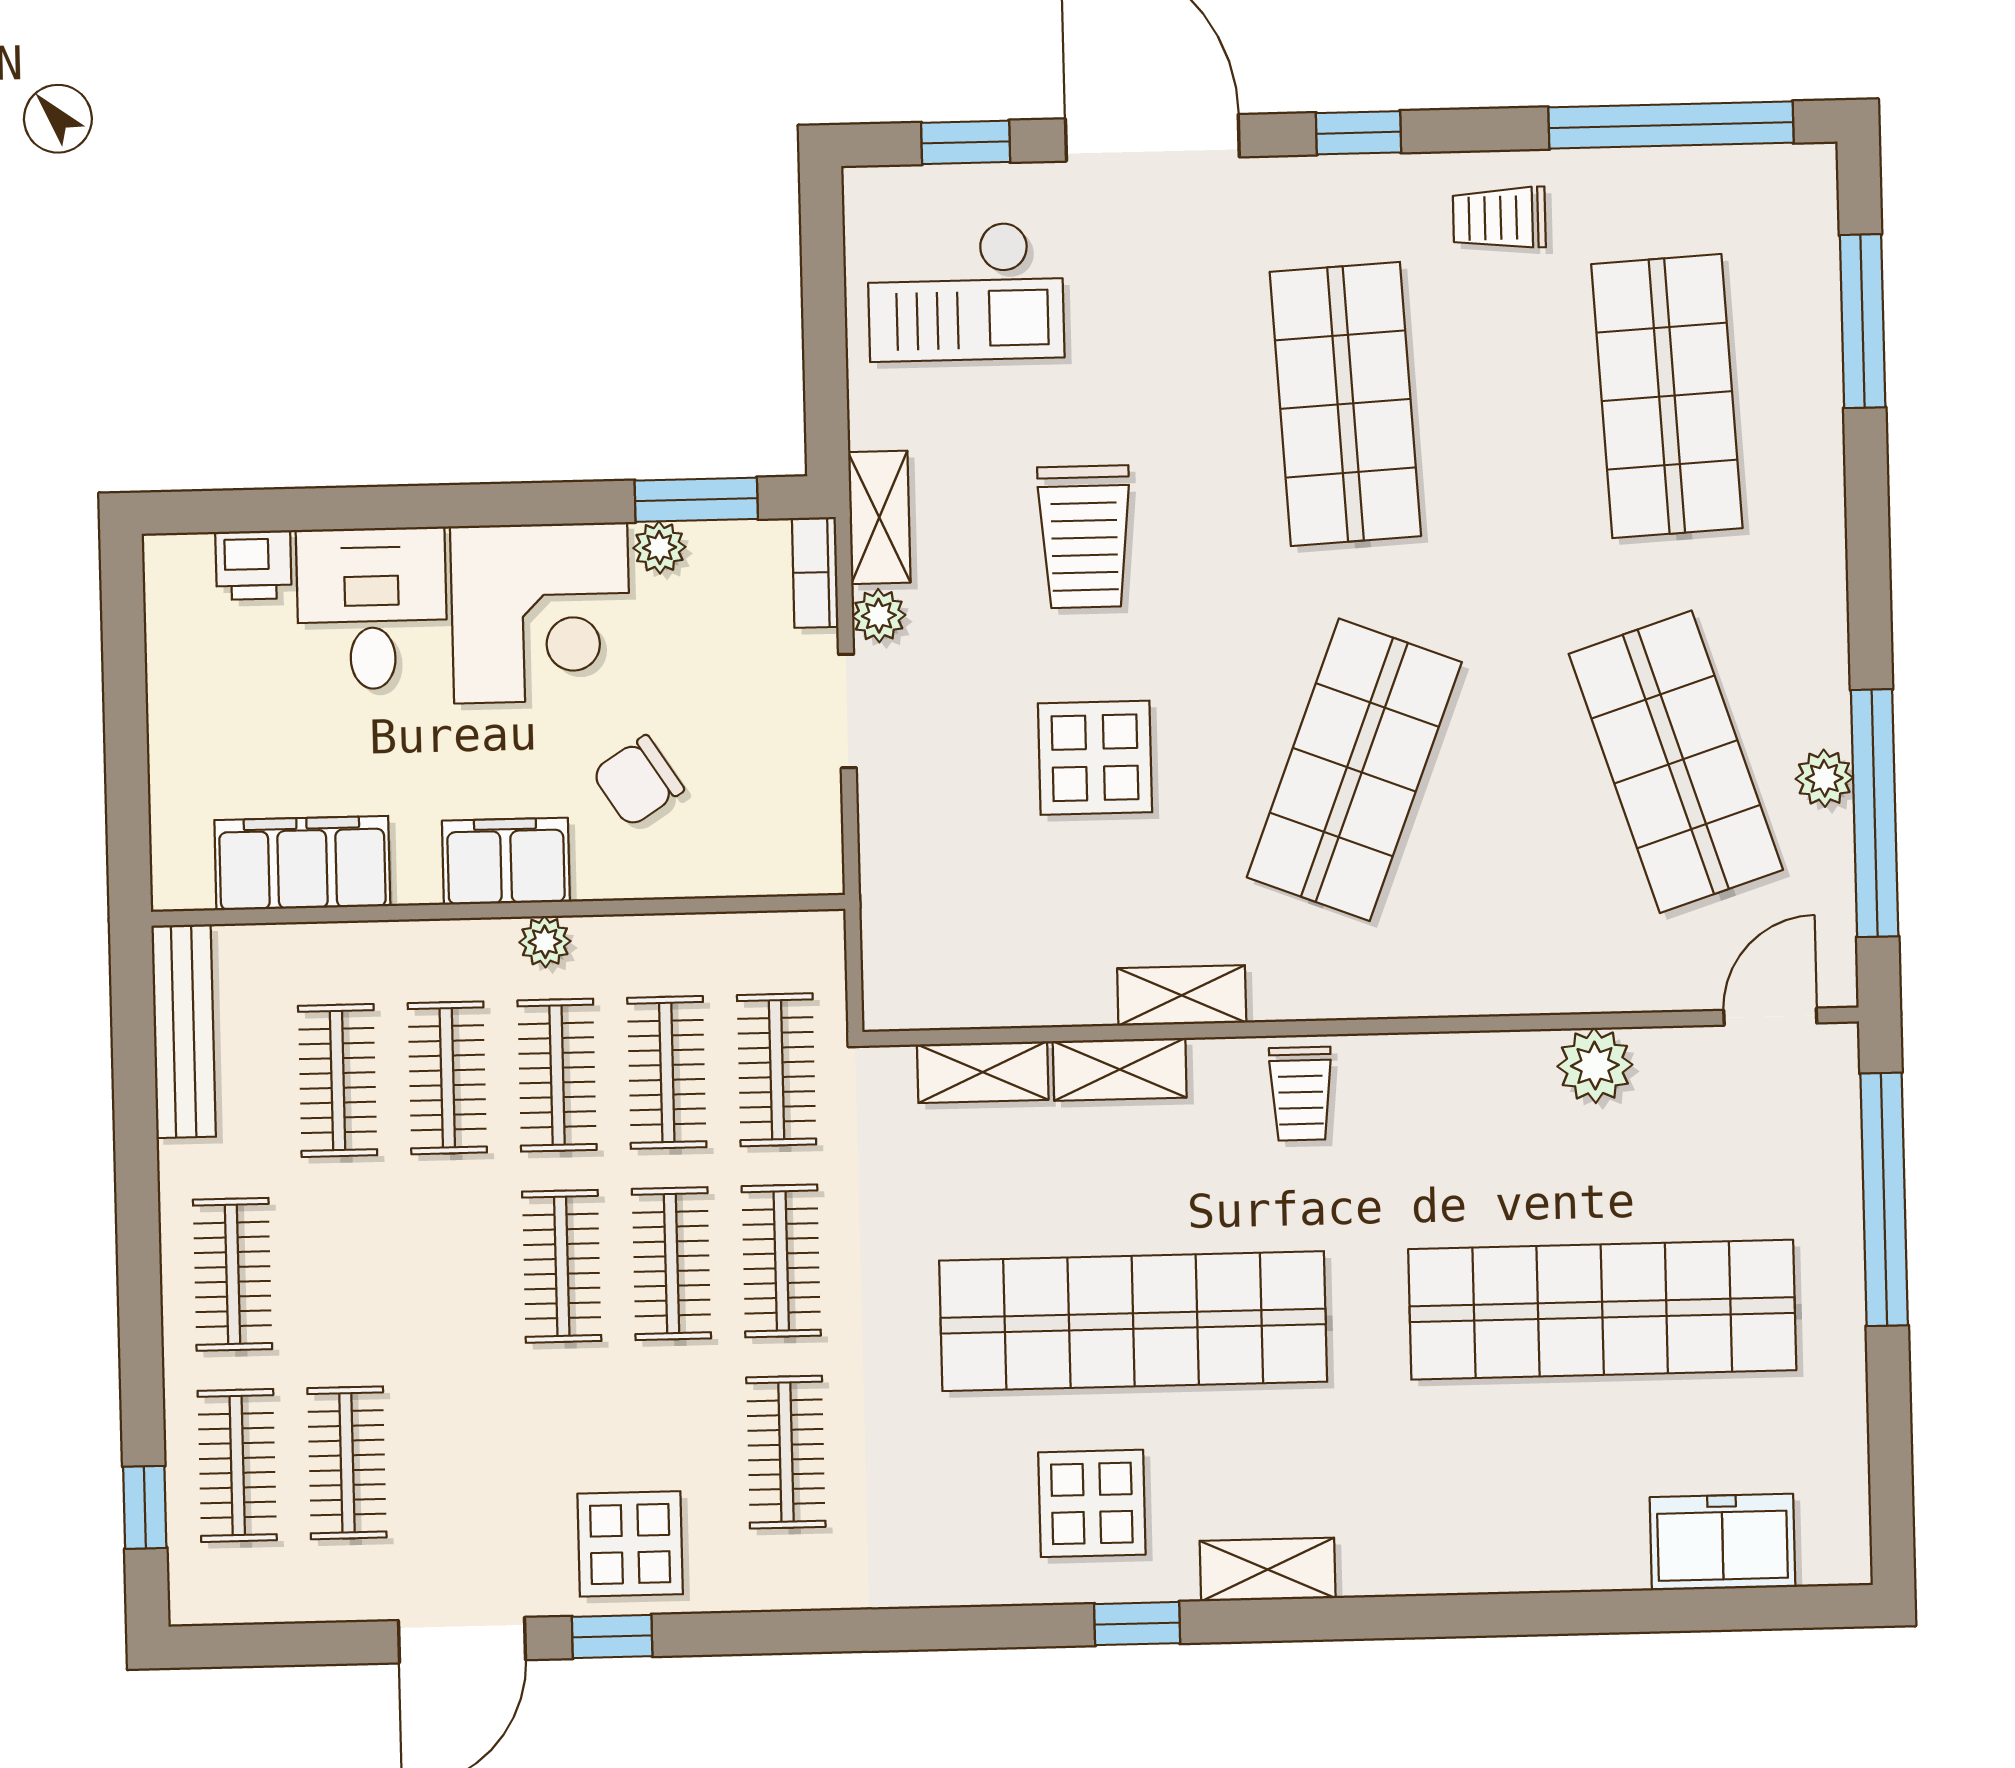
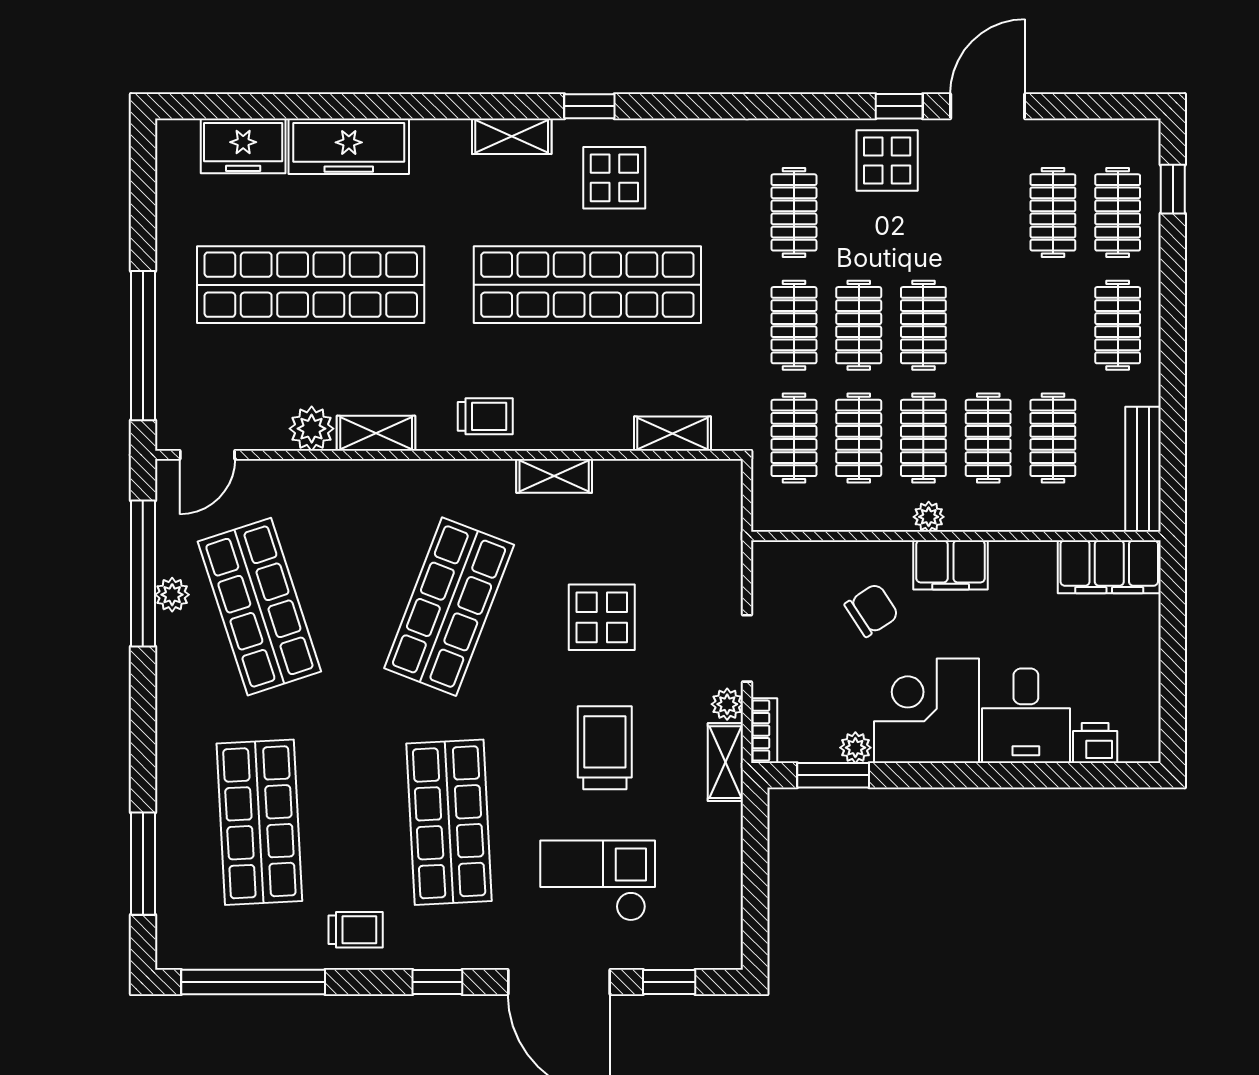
checkout: (966, 292) -> (598, 881), moved
filing cabinet: (302, 863) -> (1109, 567), moved
shelving: (1120, 1069) -> (376, 433), moved
trolley: (1301, 1094) -> (485, 416), turned 90
freezer: (1543, 1546) -> (349, 146), added

